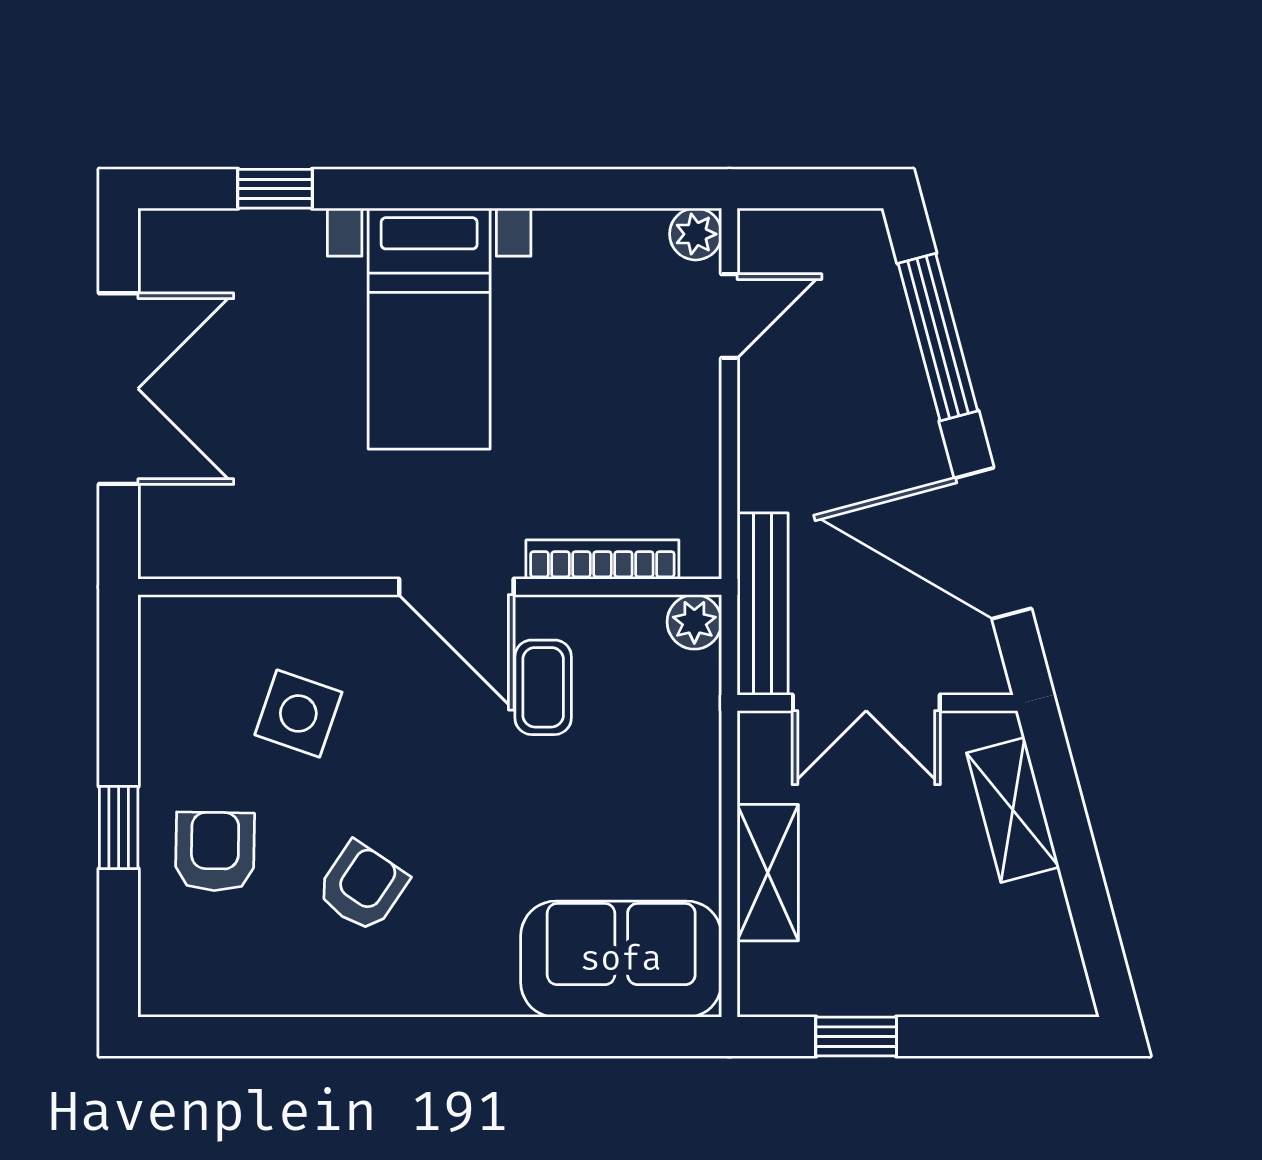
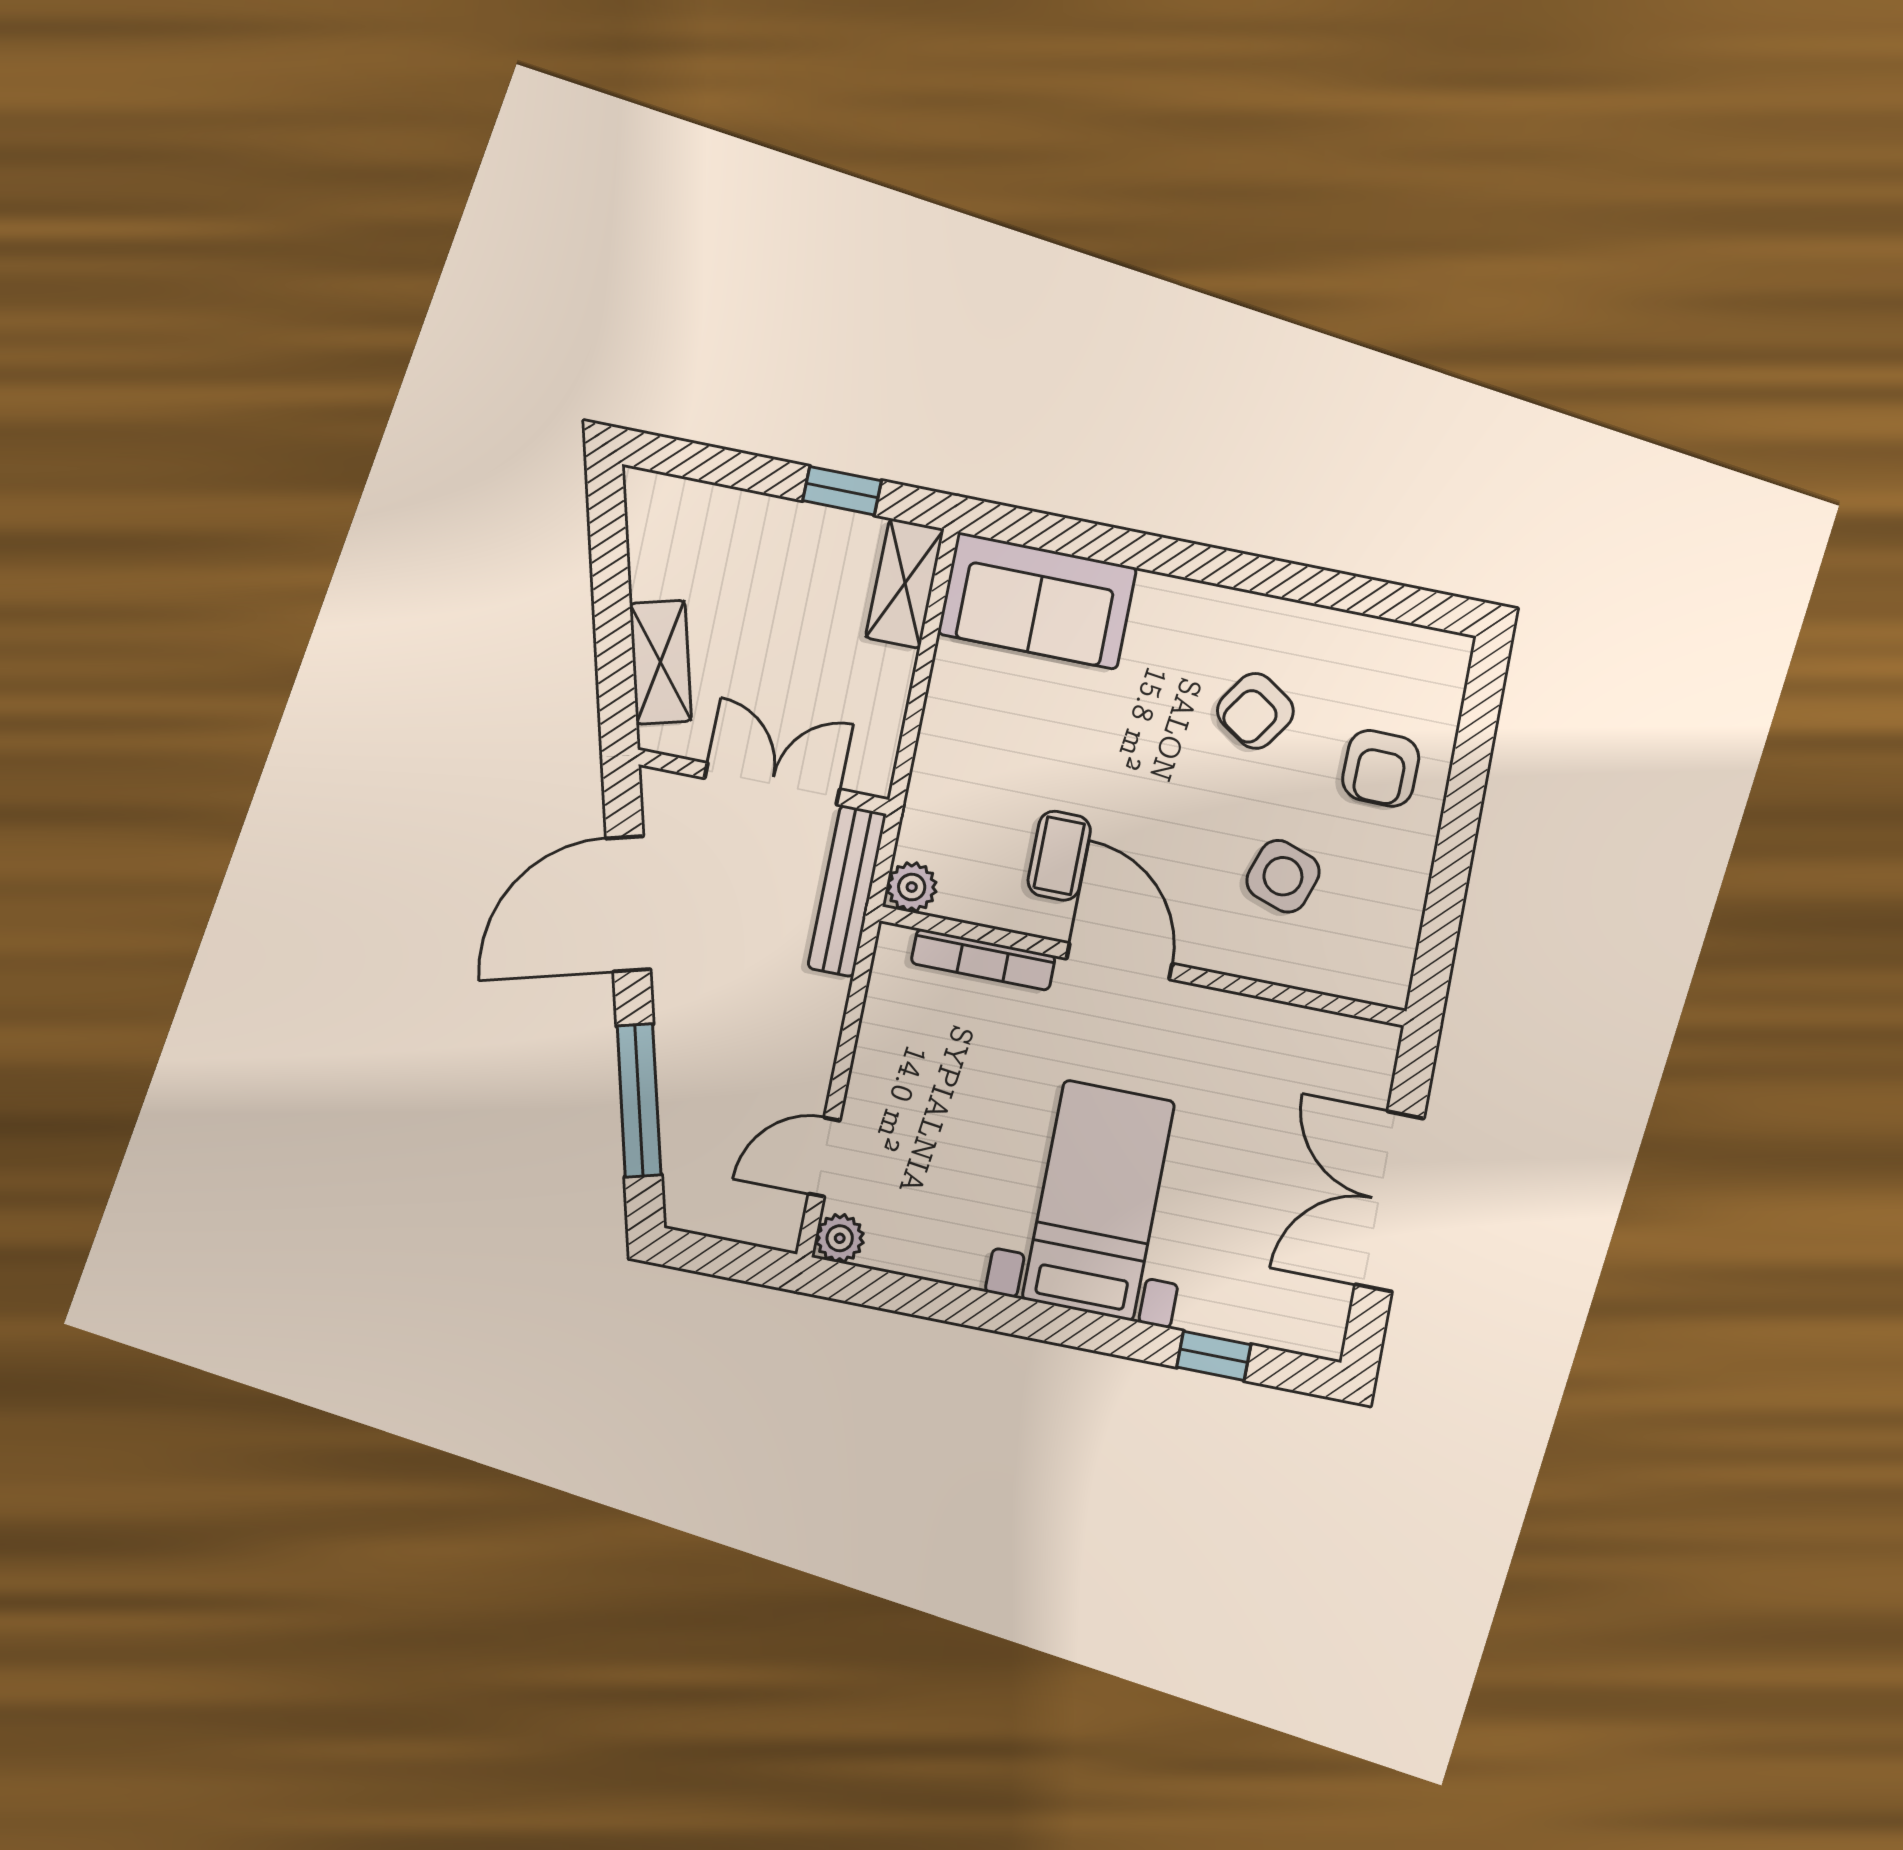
door: (993, 543) -> (628, 904), swing flipped
window: (119, 827) -> (1463, 807), removed
shelving: (768, 873) -> (905, 583), moved

